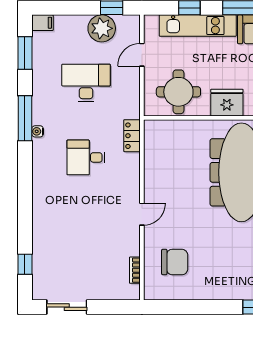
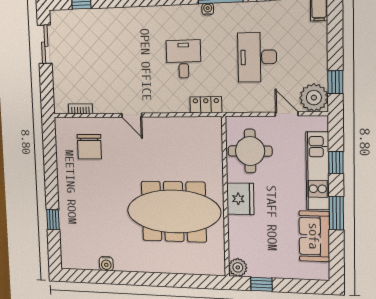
plant: (102, 28) -> (314, 98), moved
desk: (86, 83) -> (257, 57), turned 180

